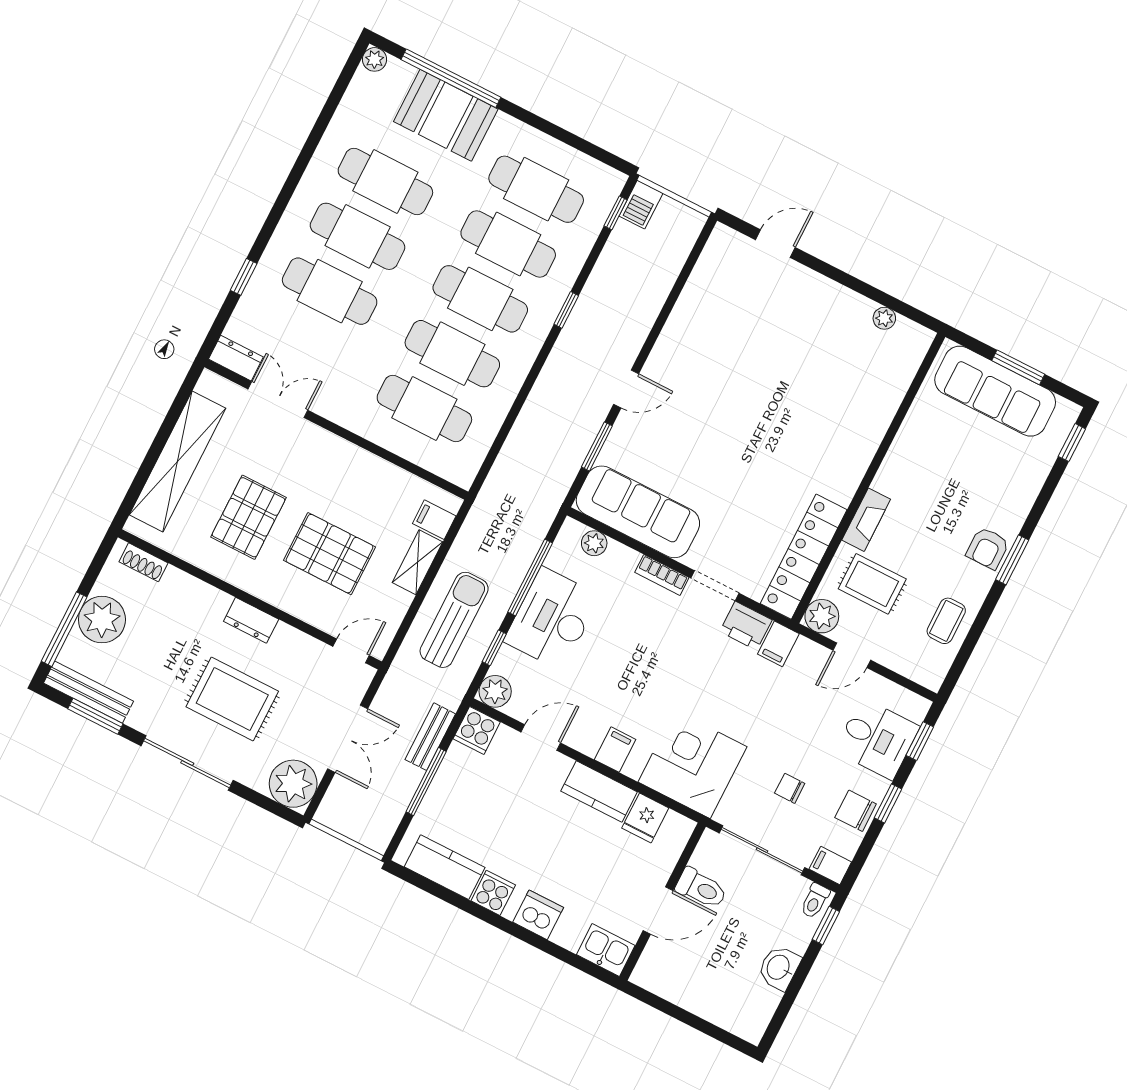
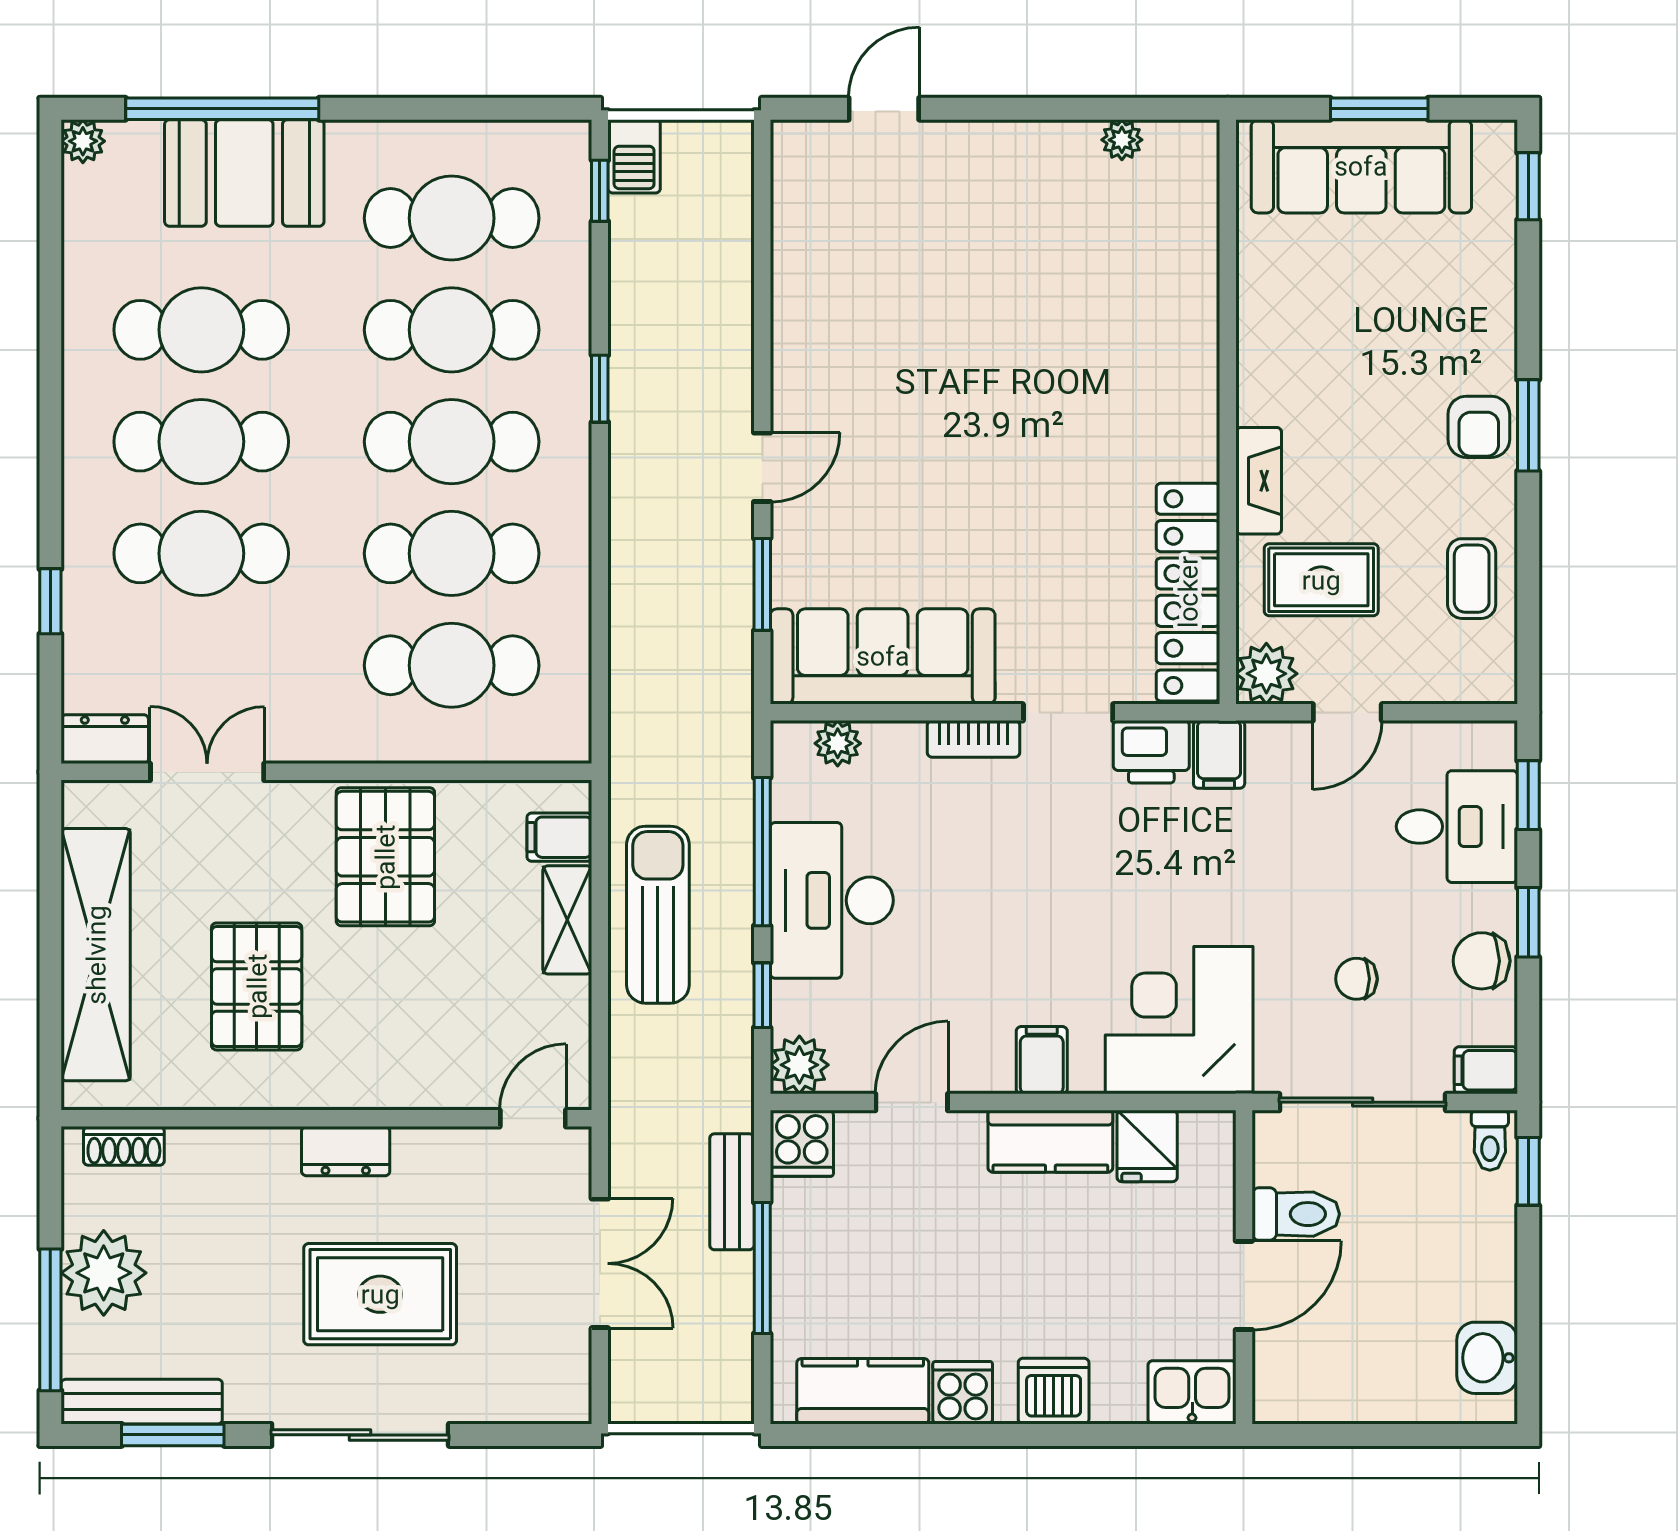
pallet: (329, 554) -> (385, 857), moved, turned 90
sun lounger: (454, 620) -> (658, 915), moved
plant: (293, 784) -> (549, 1381), removed
washbasin: (779, 968) -> (1487, 1358), moved

